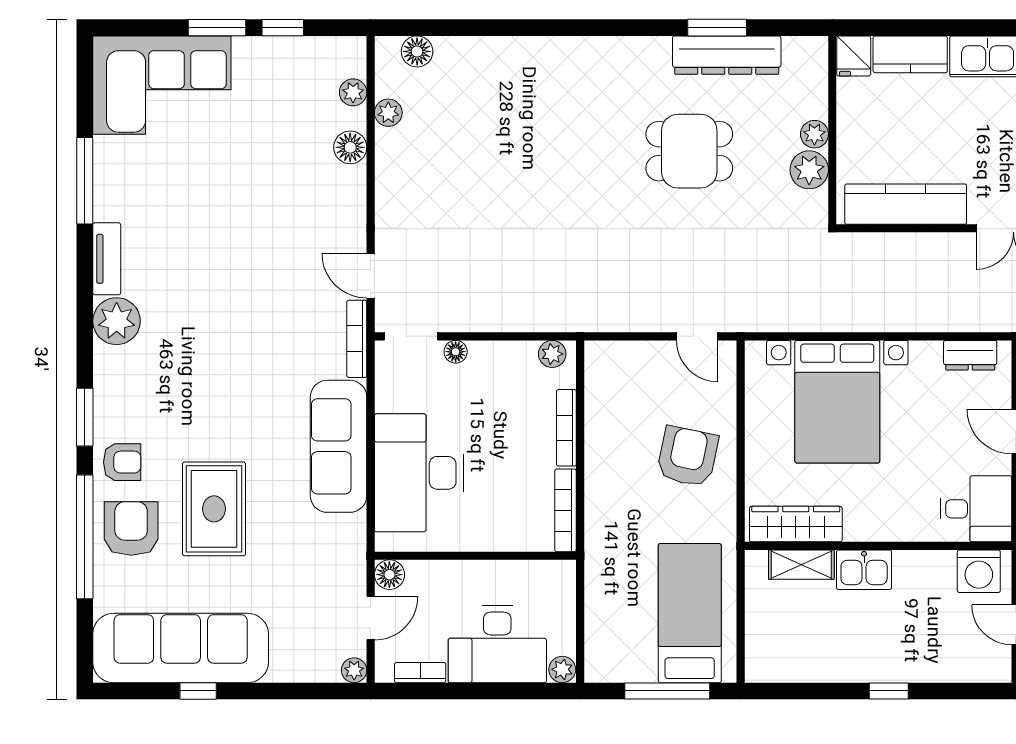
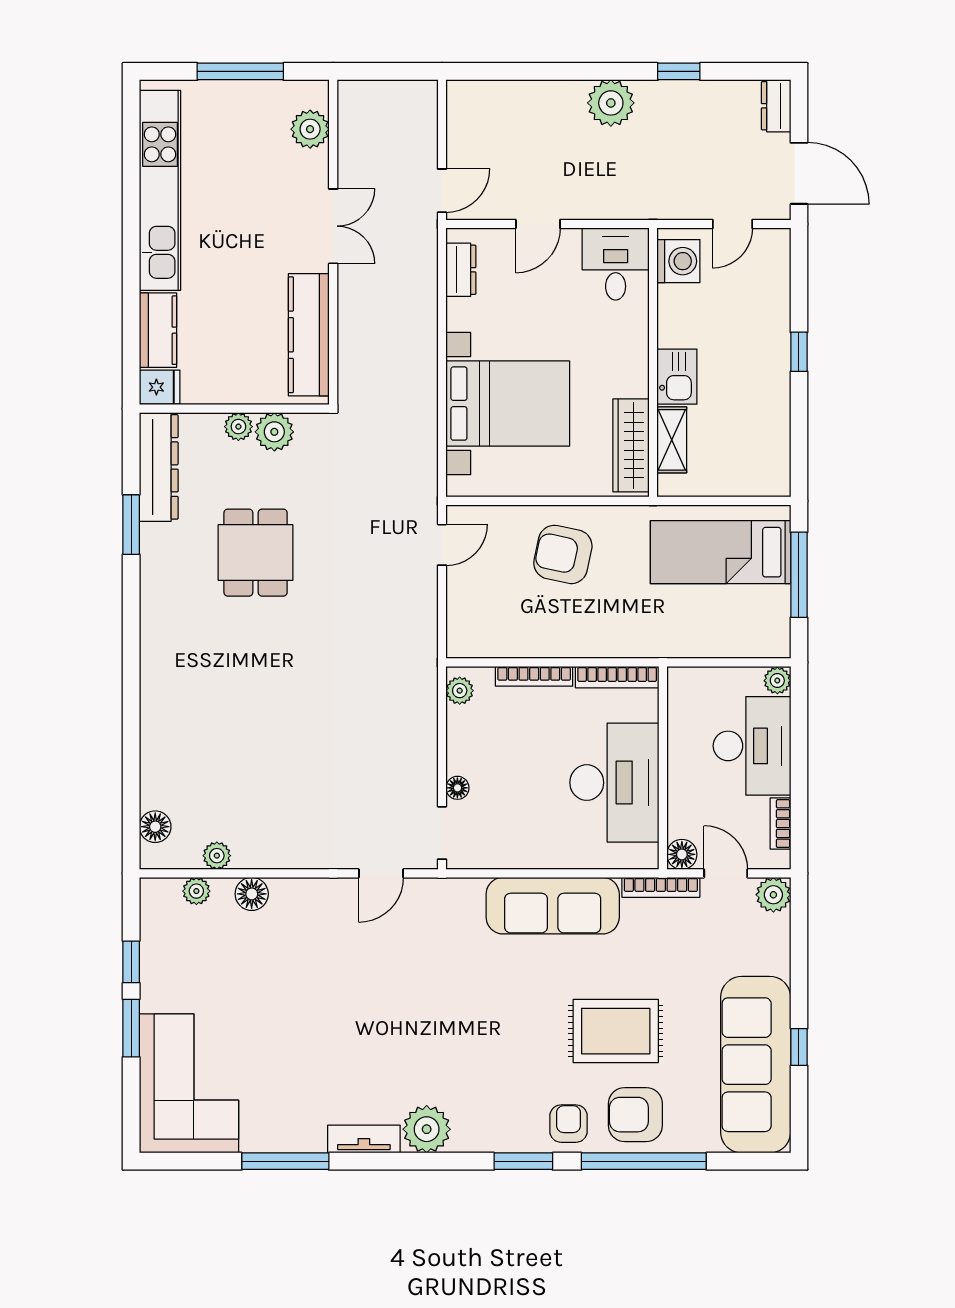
dresser: (727, 55) -> (159, 467), moved
bookcase: (357, 339) -> (661, 887), moved
desk: (419, 473) -> (614, 783), moved, turned -90
plant: (354, 670) -> (773, 895), width x1.38, depth x1.38

